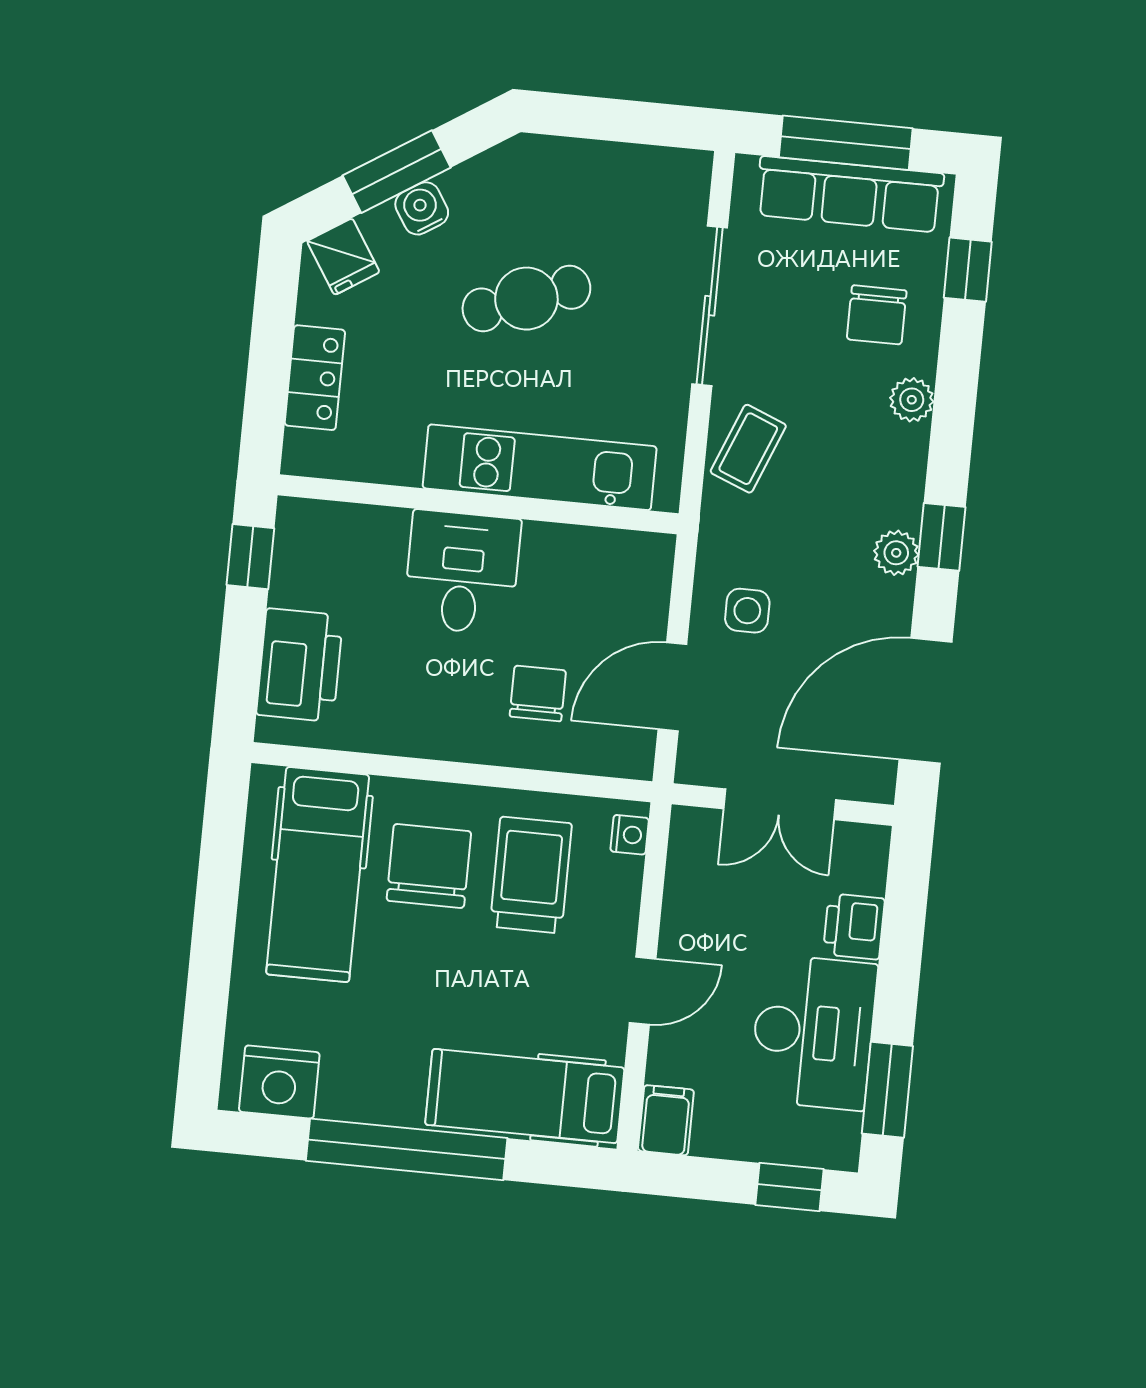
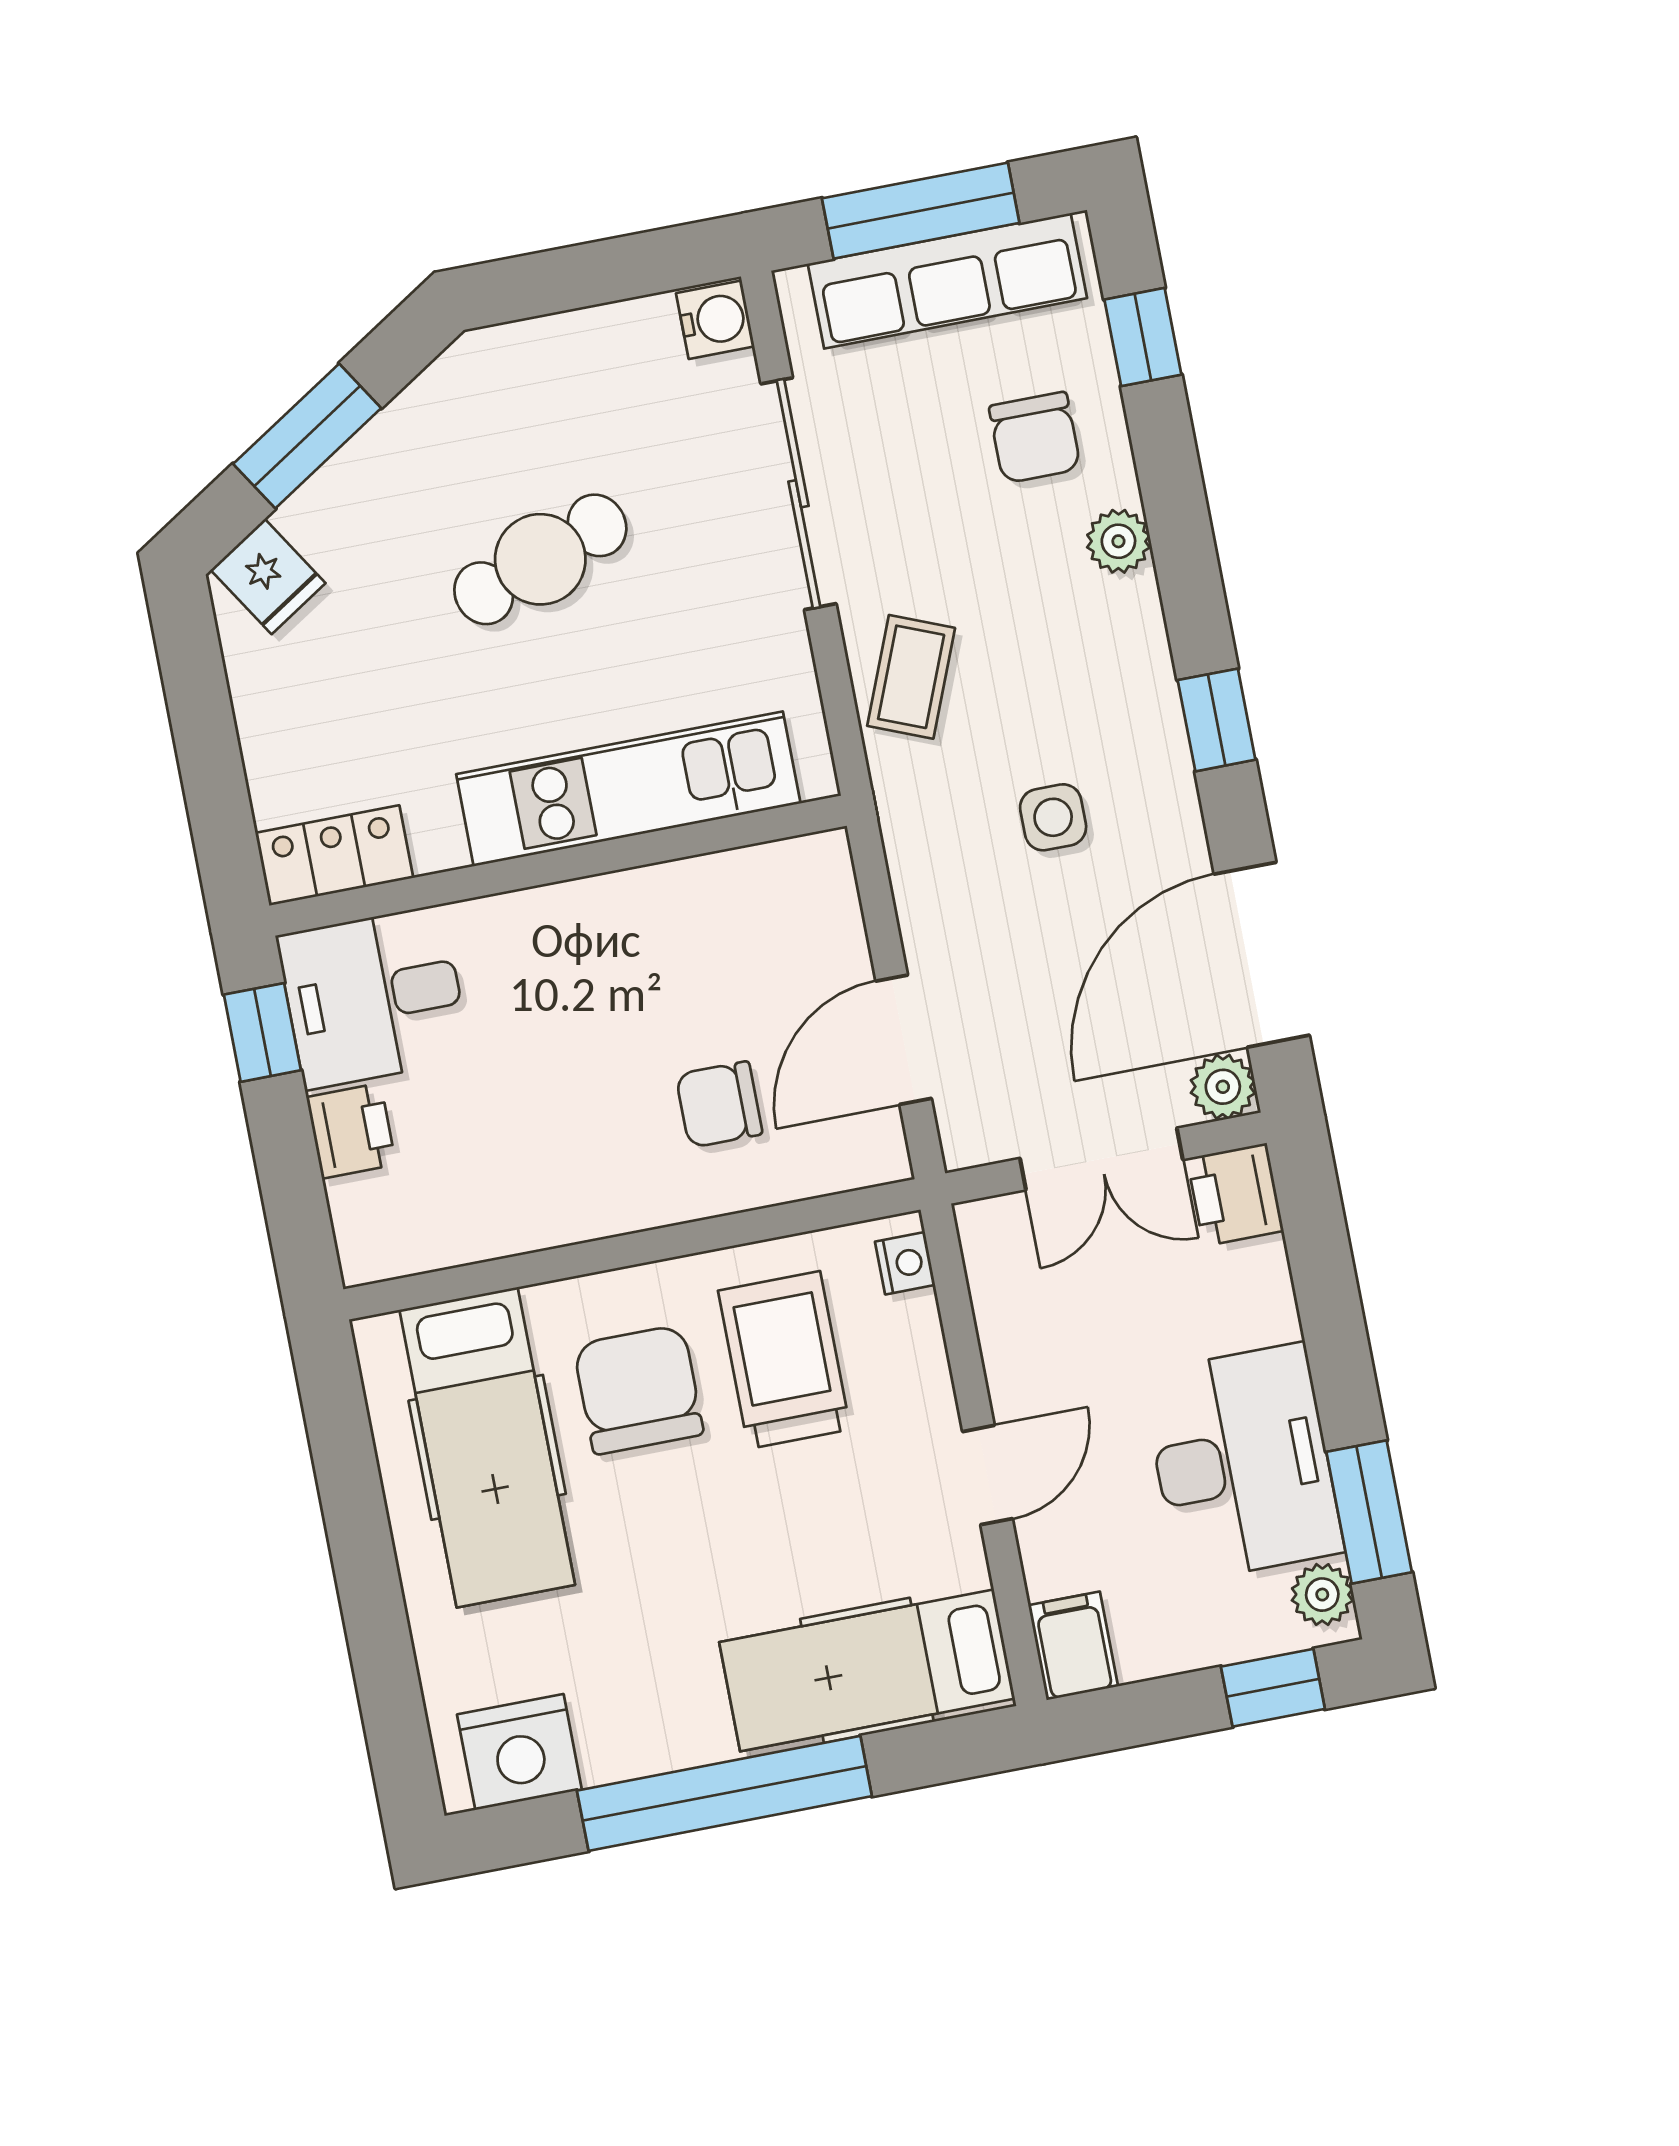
water cooler: (422, 208) -> (715, 320), moved, turned 123
locker: (315, 378) -> (334, 855), moved, turned -90
plant: (896, 553) -> (1223, 1087), moved
desk: (462, 572) -> (374, 997), moved, turned -90
side table: (747, 611) -> (1053, 817), moved
printer: (300, 665) -> (351, 1131), width x0.53, depth x0.68
chair: (538, 693) -> (719, 1104), turned -90
printer: (854, 926) -> (1235, 1195), moved
plant: (840, 1135) -> (1322, 1595), added

